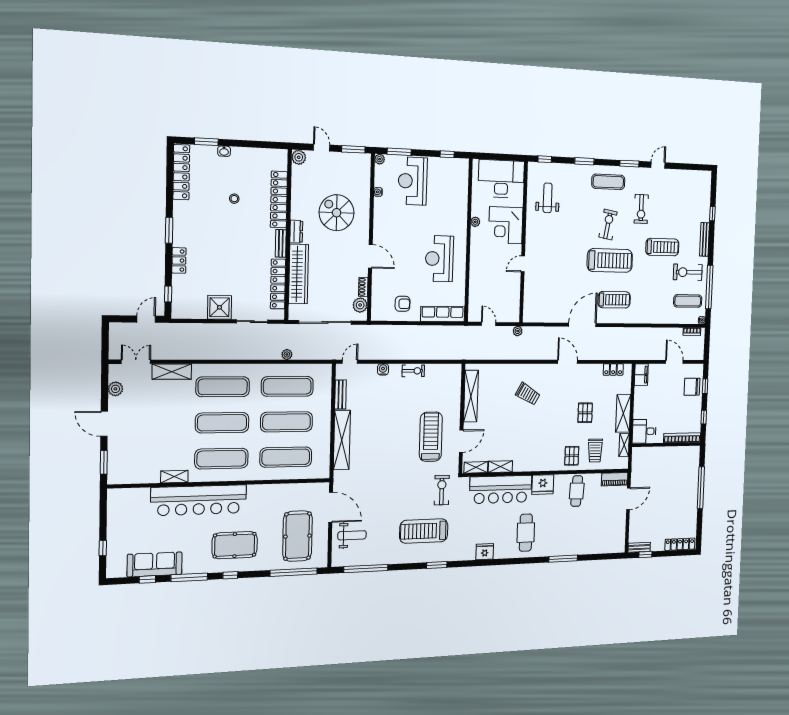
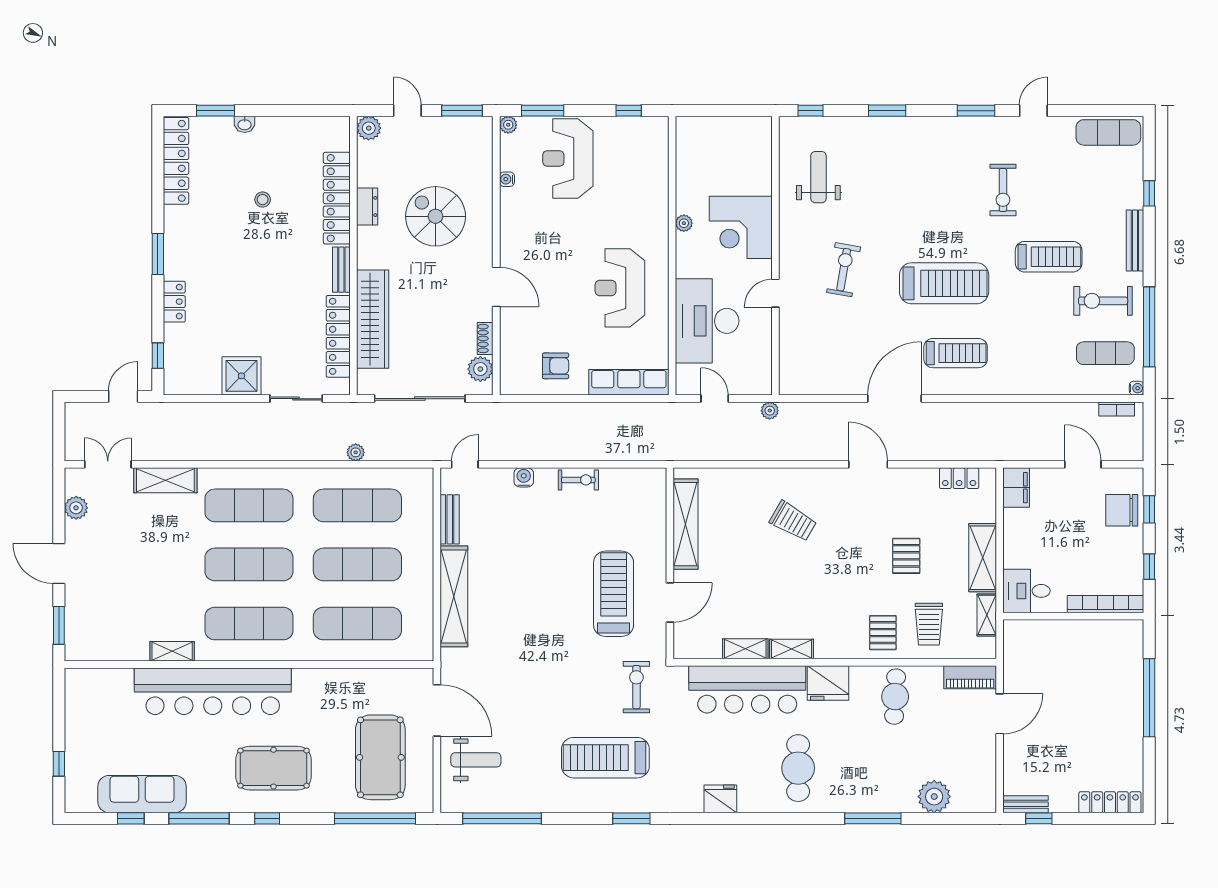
desk: (501, 179) -> (707, 321), moved, turned -90
exercise mat: (608, 182) -> (1108, 132), moved
exercise bike: (608, 225) -> (844, 270), moved
dresser: (296, 232) -> (367, 207), moved
shelving: (476, 467) -> (792, 649), moved
plant: (594, 545) -> (934, 797), added

